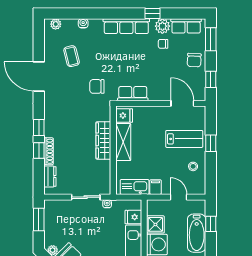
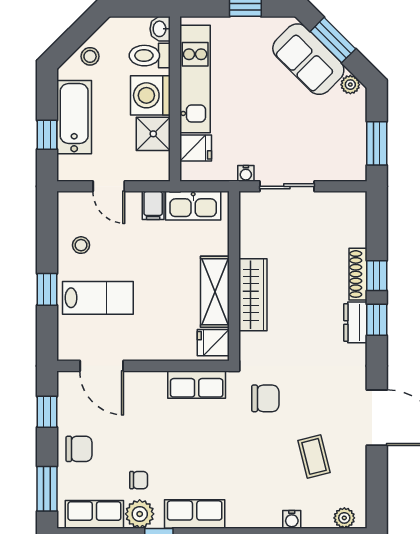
row of seats: (126, 26) -> (195, 514), width x0.68
chair: (194, 60) -> (79, 449), turned 87
lab bench: (184, 139) -> (98, 298), turned 180
dresser: (50, 177) -> (355, 322), moved

